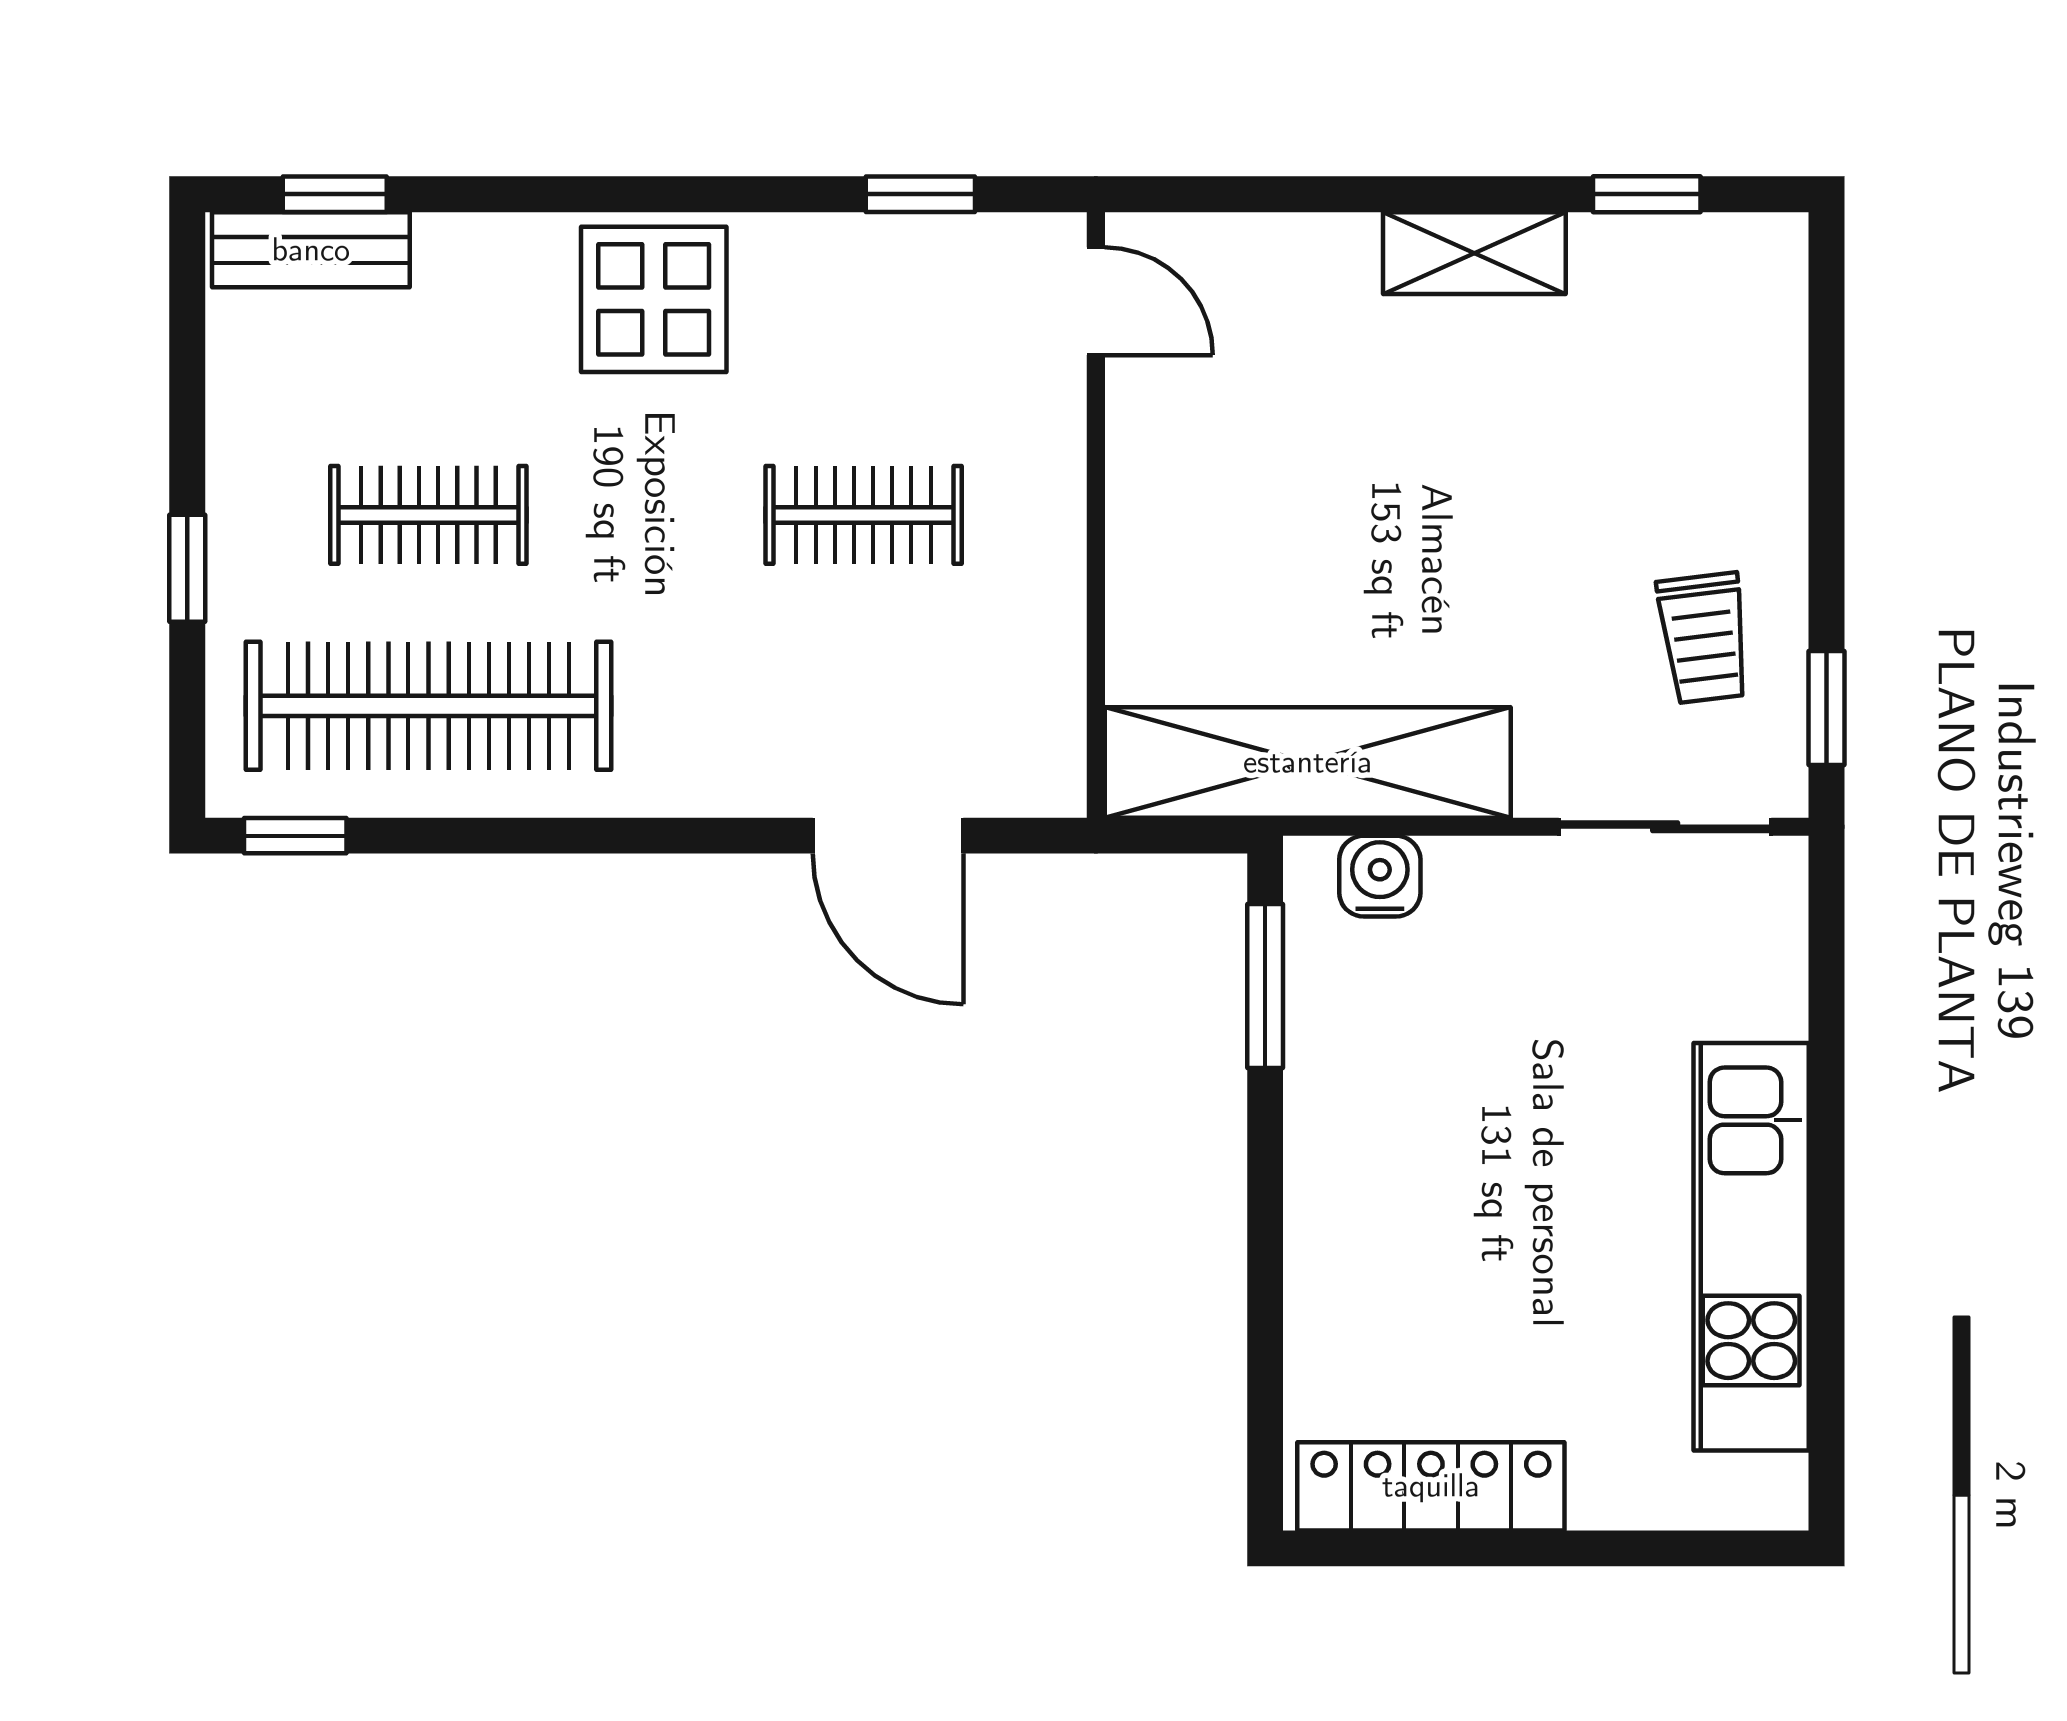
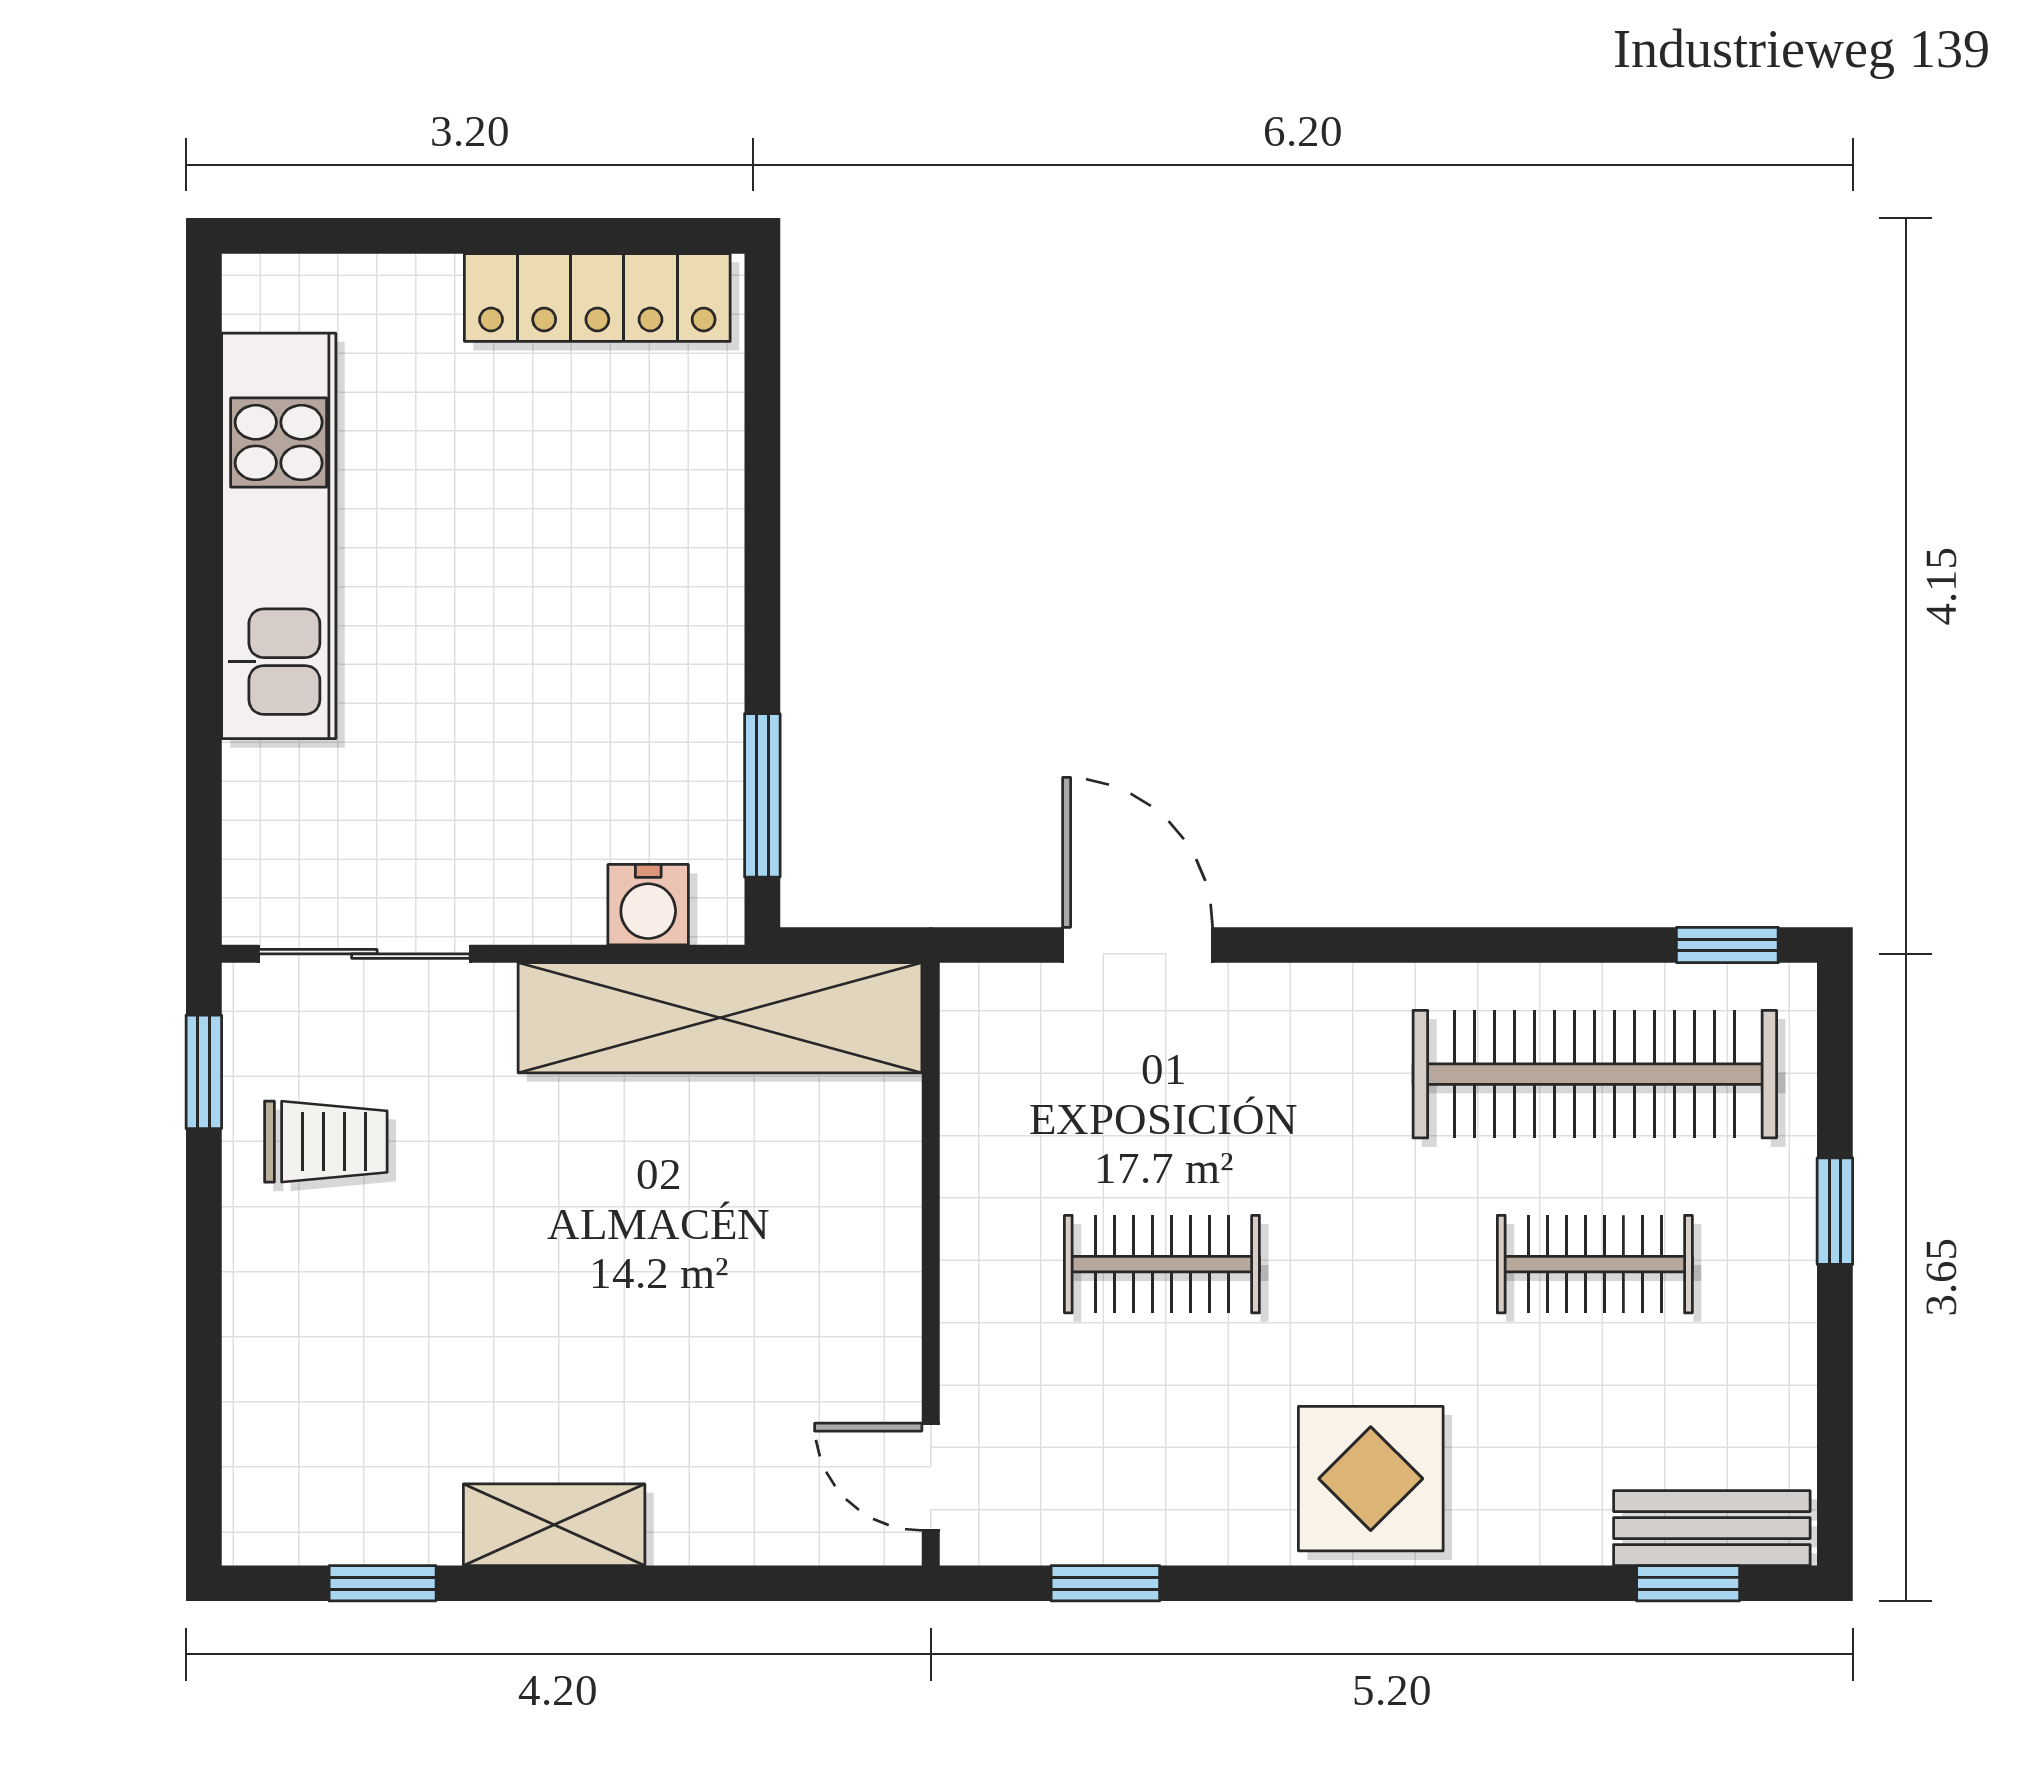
trolley: (1704, 638) -> (326, 1142), turned 97

